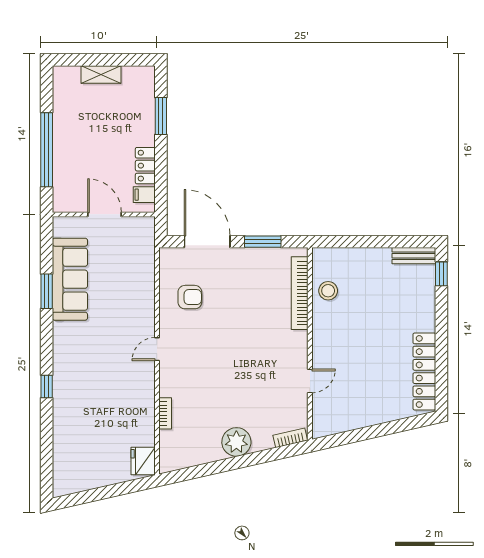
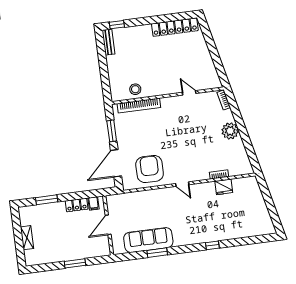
window: (47, 150) -> (75, 263), width x0.47
armchair: (190, 297) -> (150, 169), width x1.88, depth x1.88
fridge: (143, 461) -> (224, 187), moved

